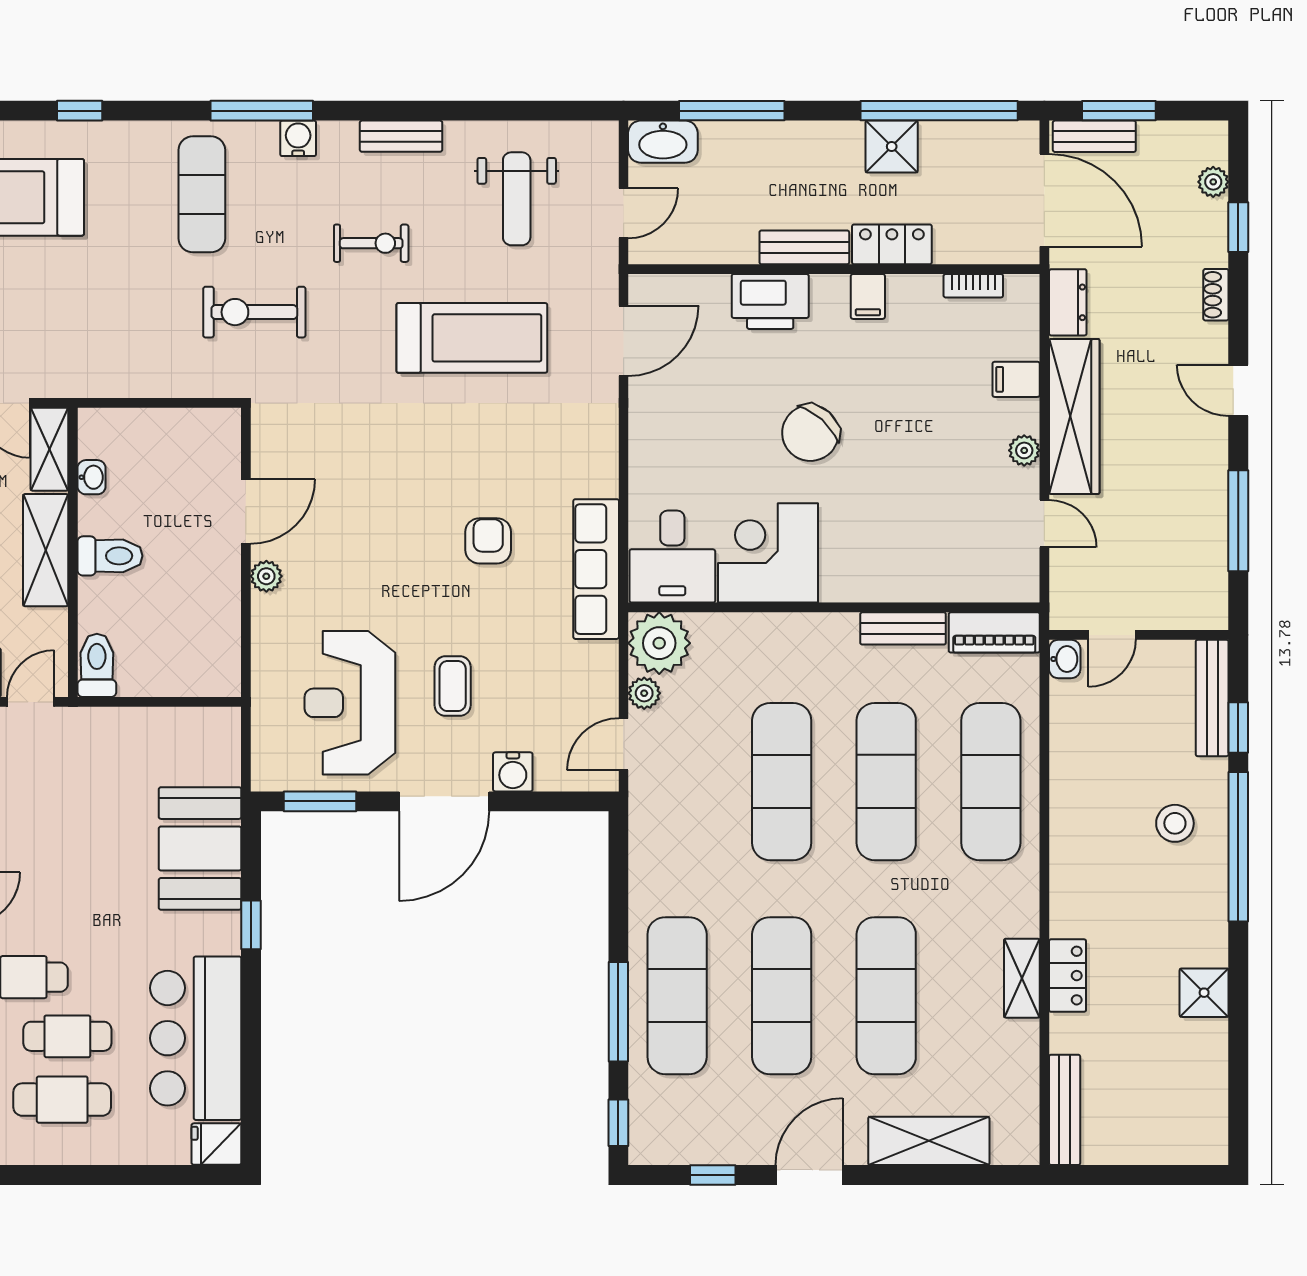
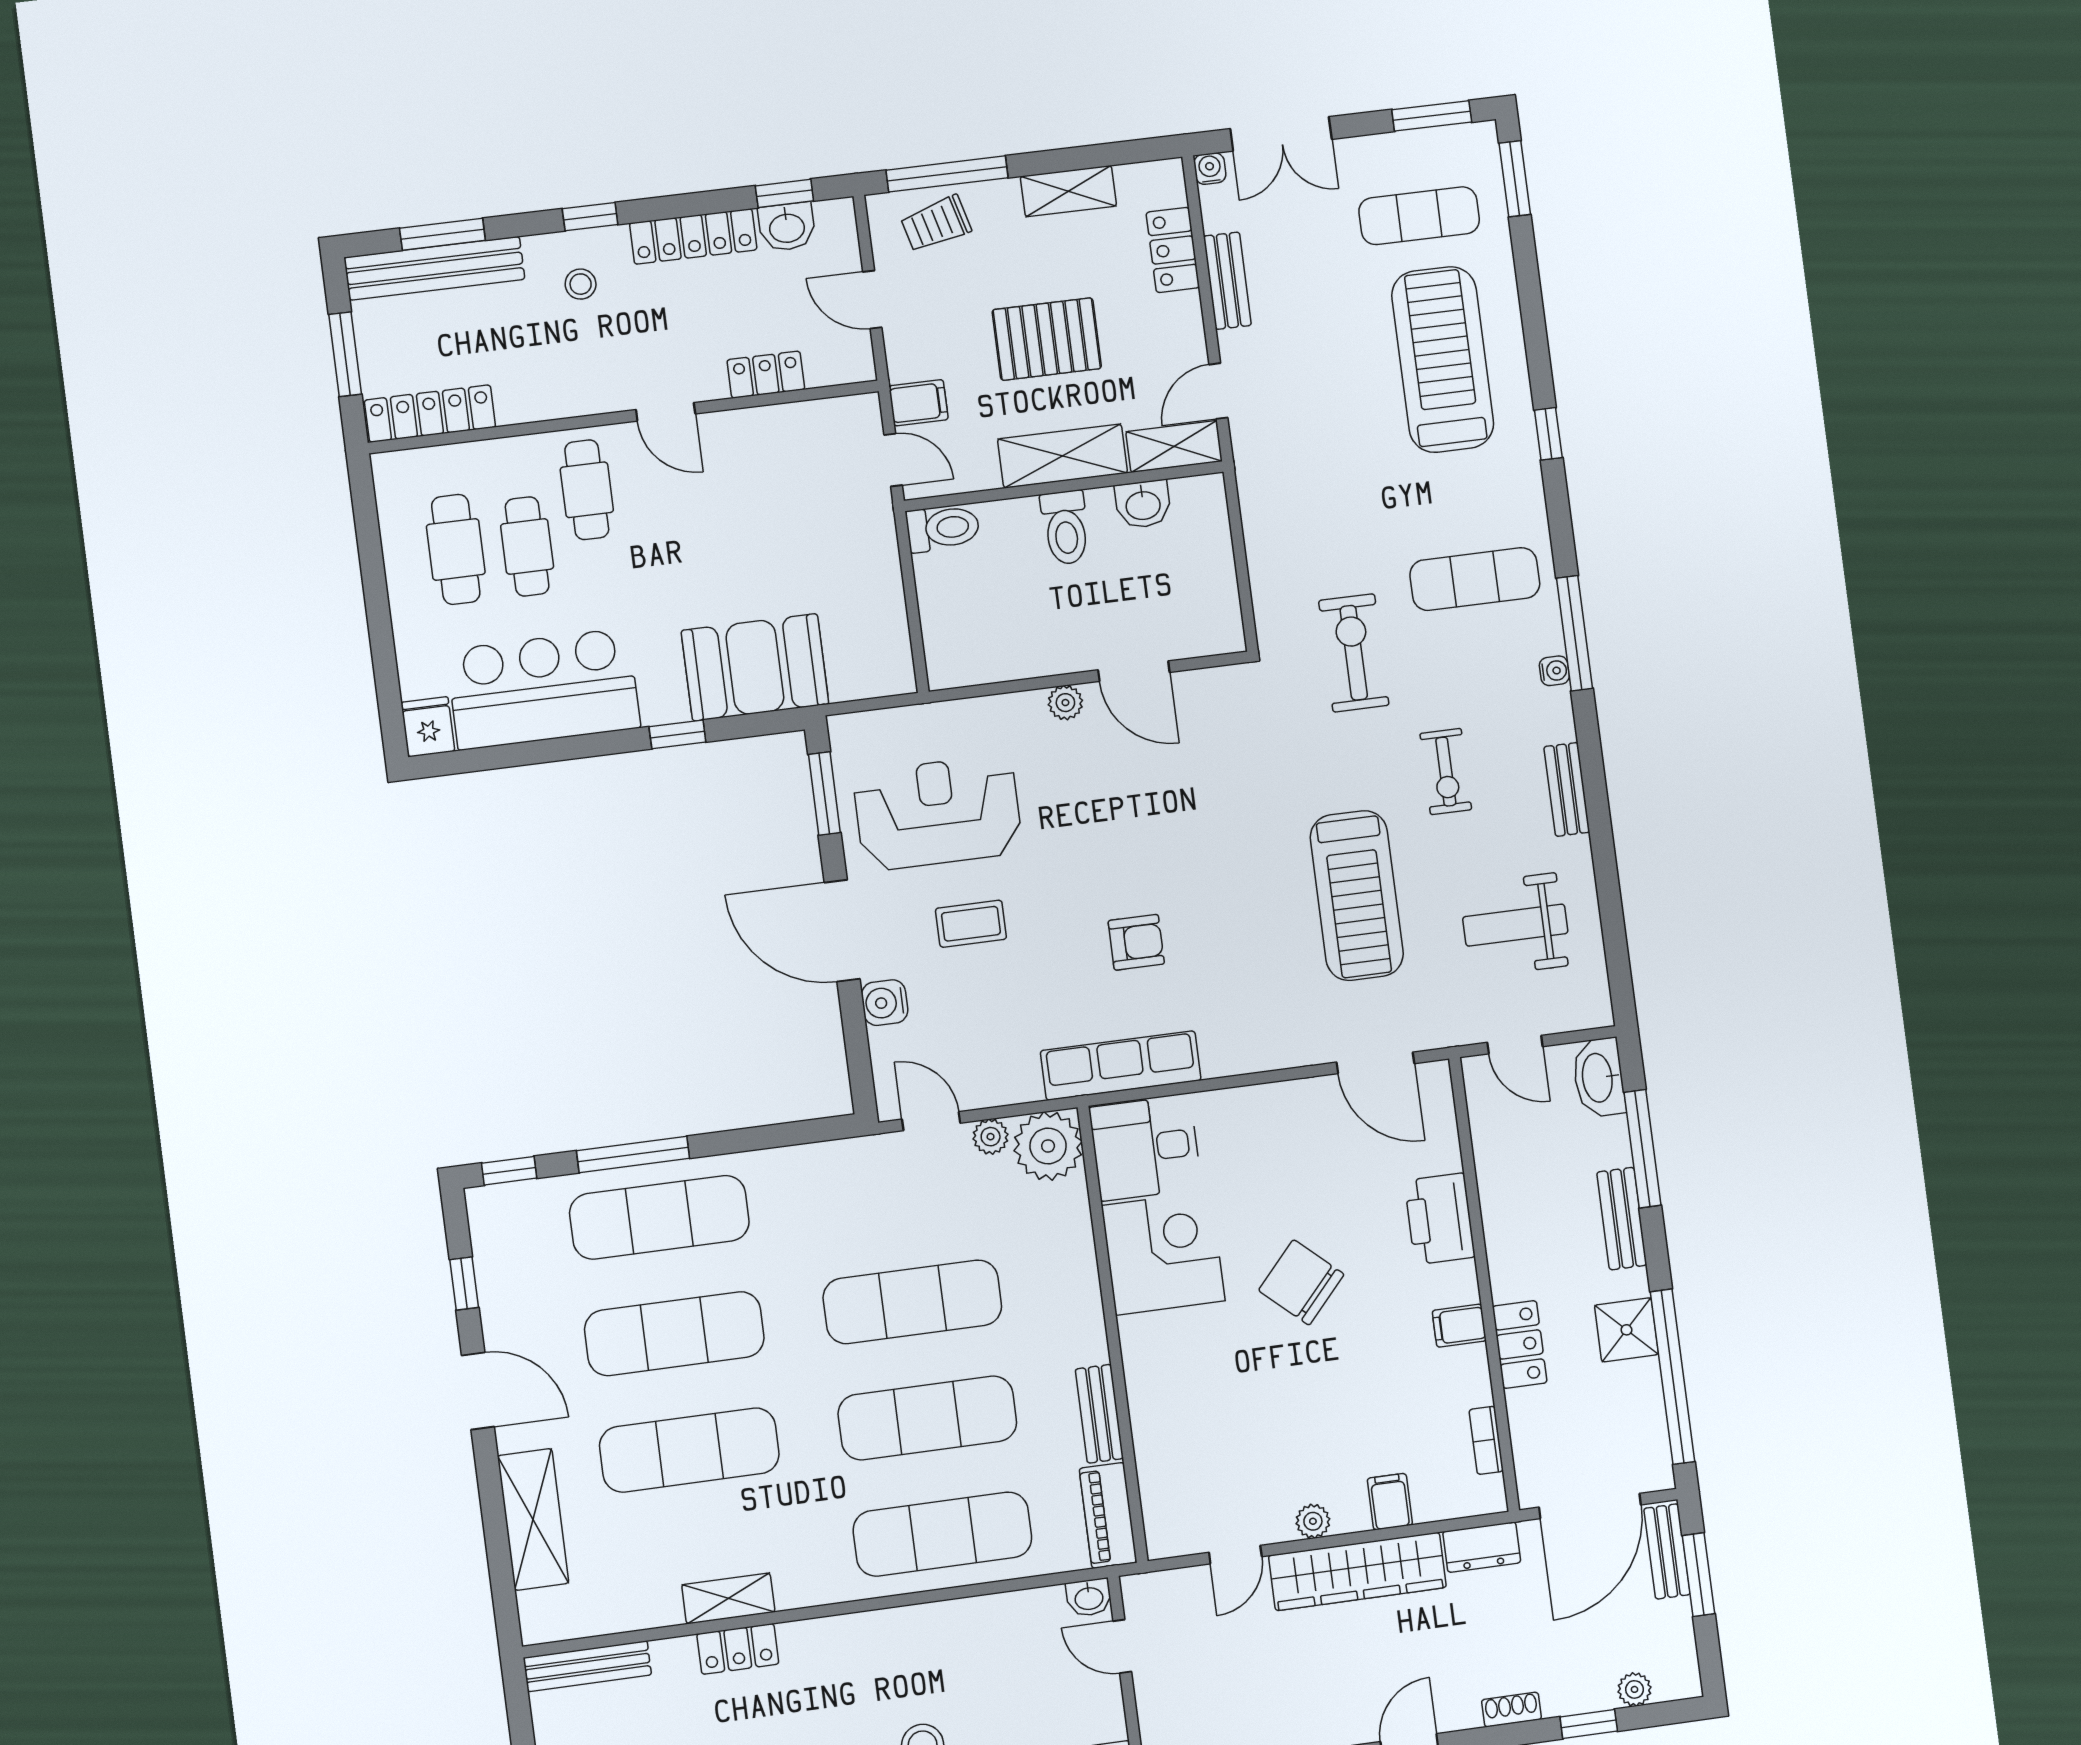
water cooler: (298, 138) -> (1554, 671), width x0.72, depth x0.72
bench: (804, 247) -> (1622, 1219), moved
washbasin: (92, 477) -> (1143, 504), width x1.38, depth x1.45

